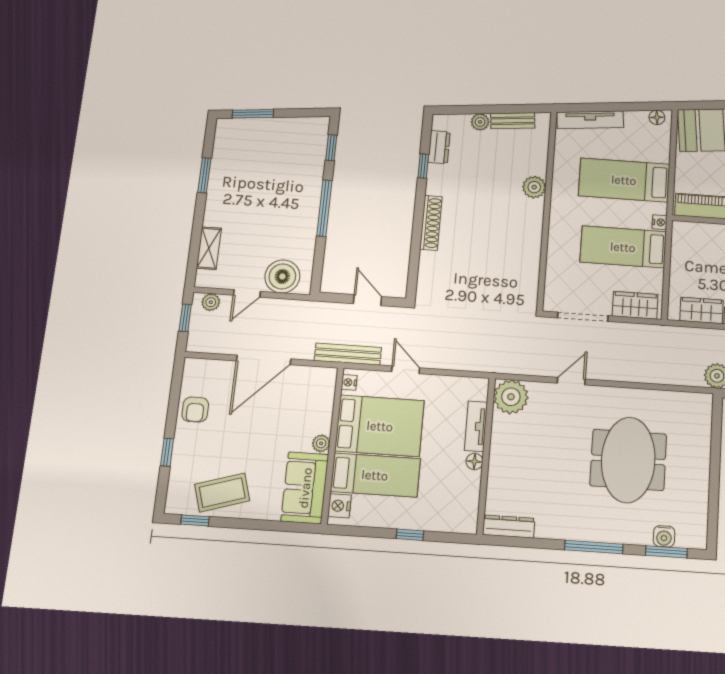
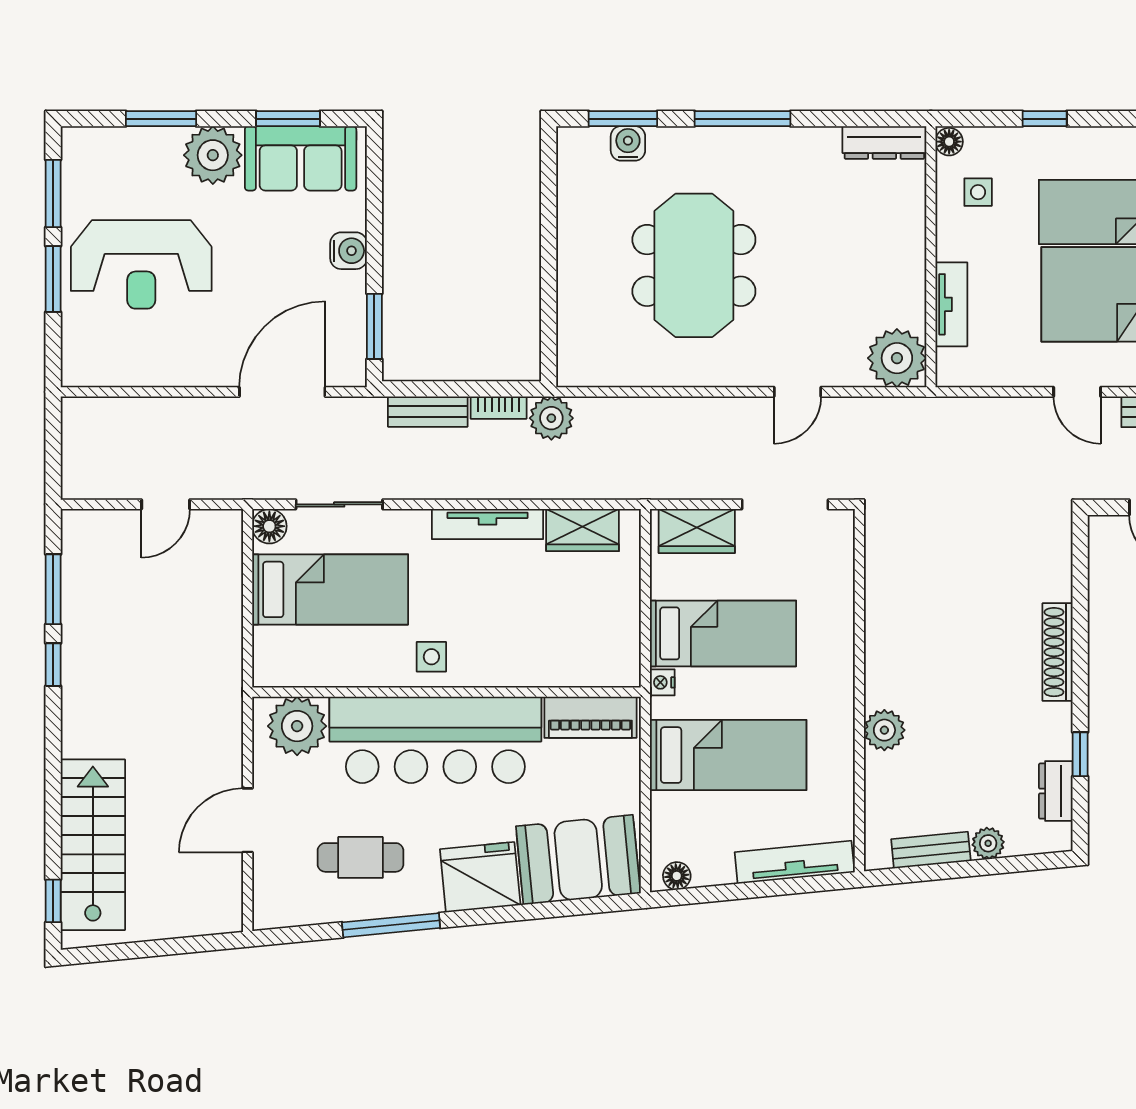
floor lamp: (474, 461) -> (949, 142), moved
side table: (454, 492) -> (978, 192), added

